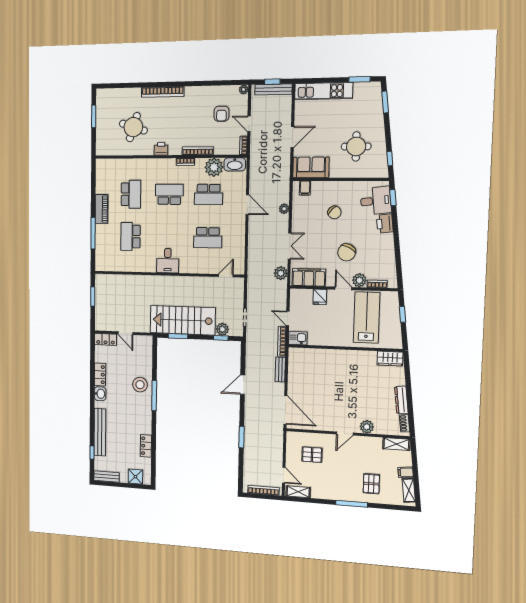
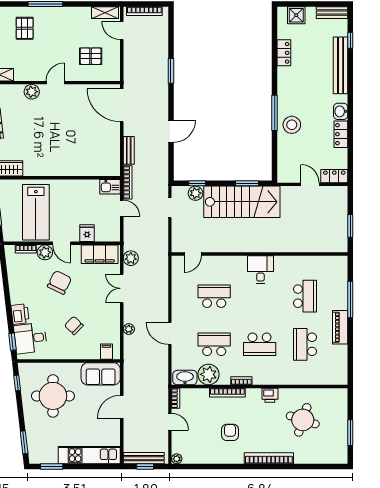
armchair: (221, 114) -> (230, 432), moved
round table: (356, 146) -> (53, 396), width x1.36, depth x1.36

